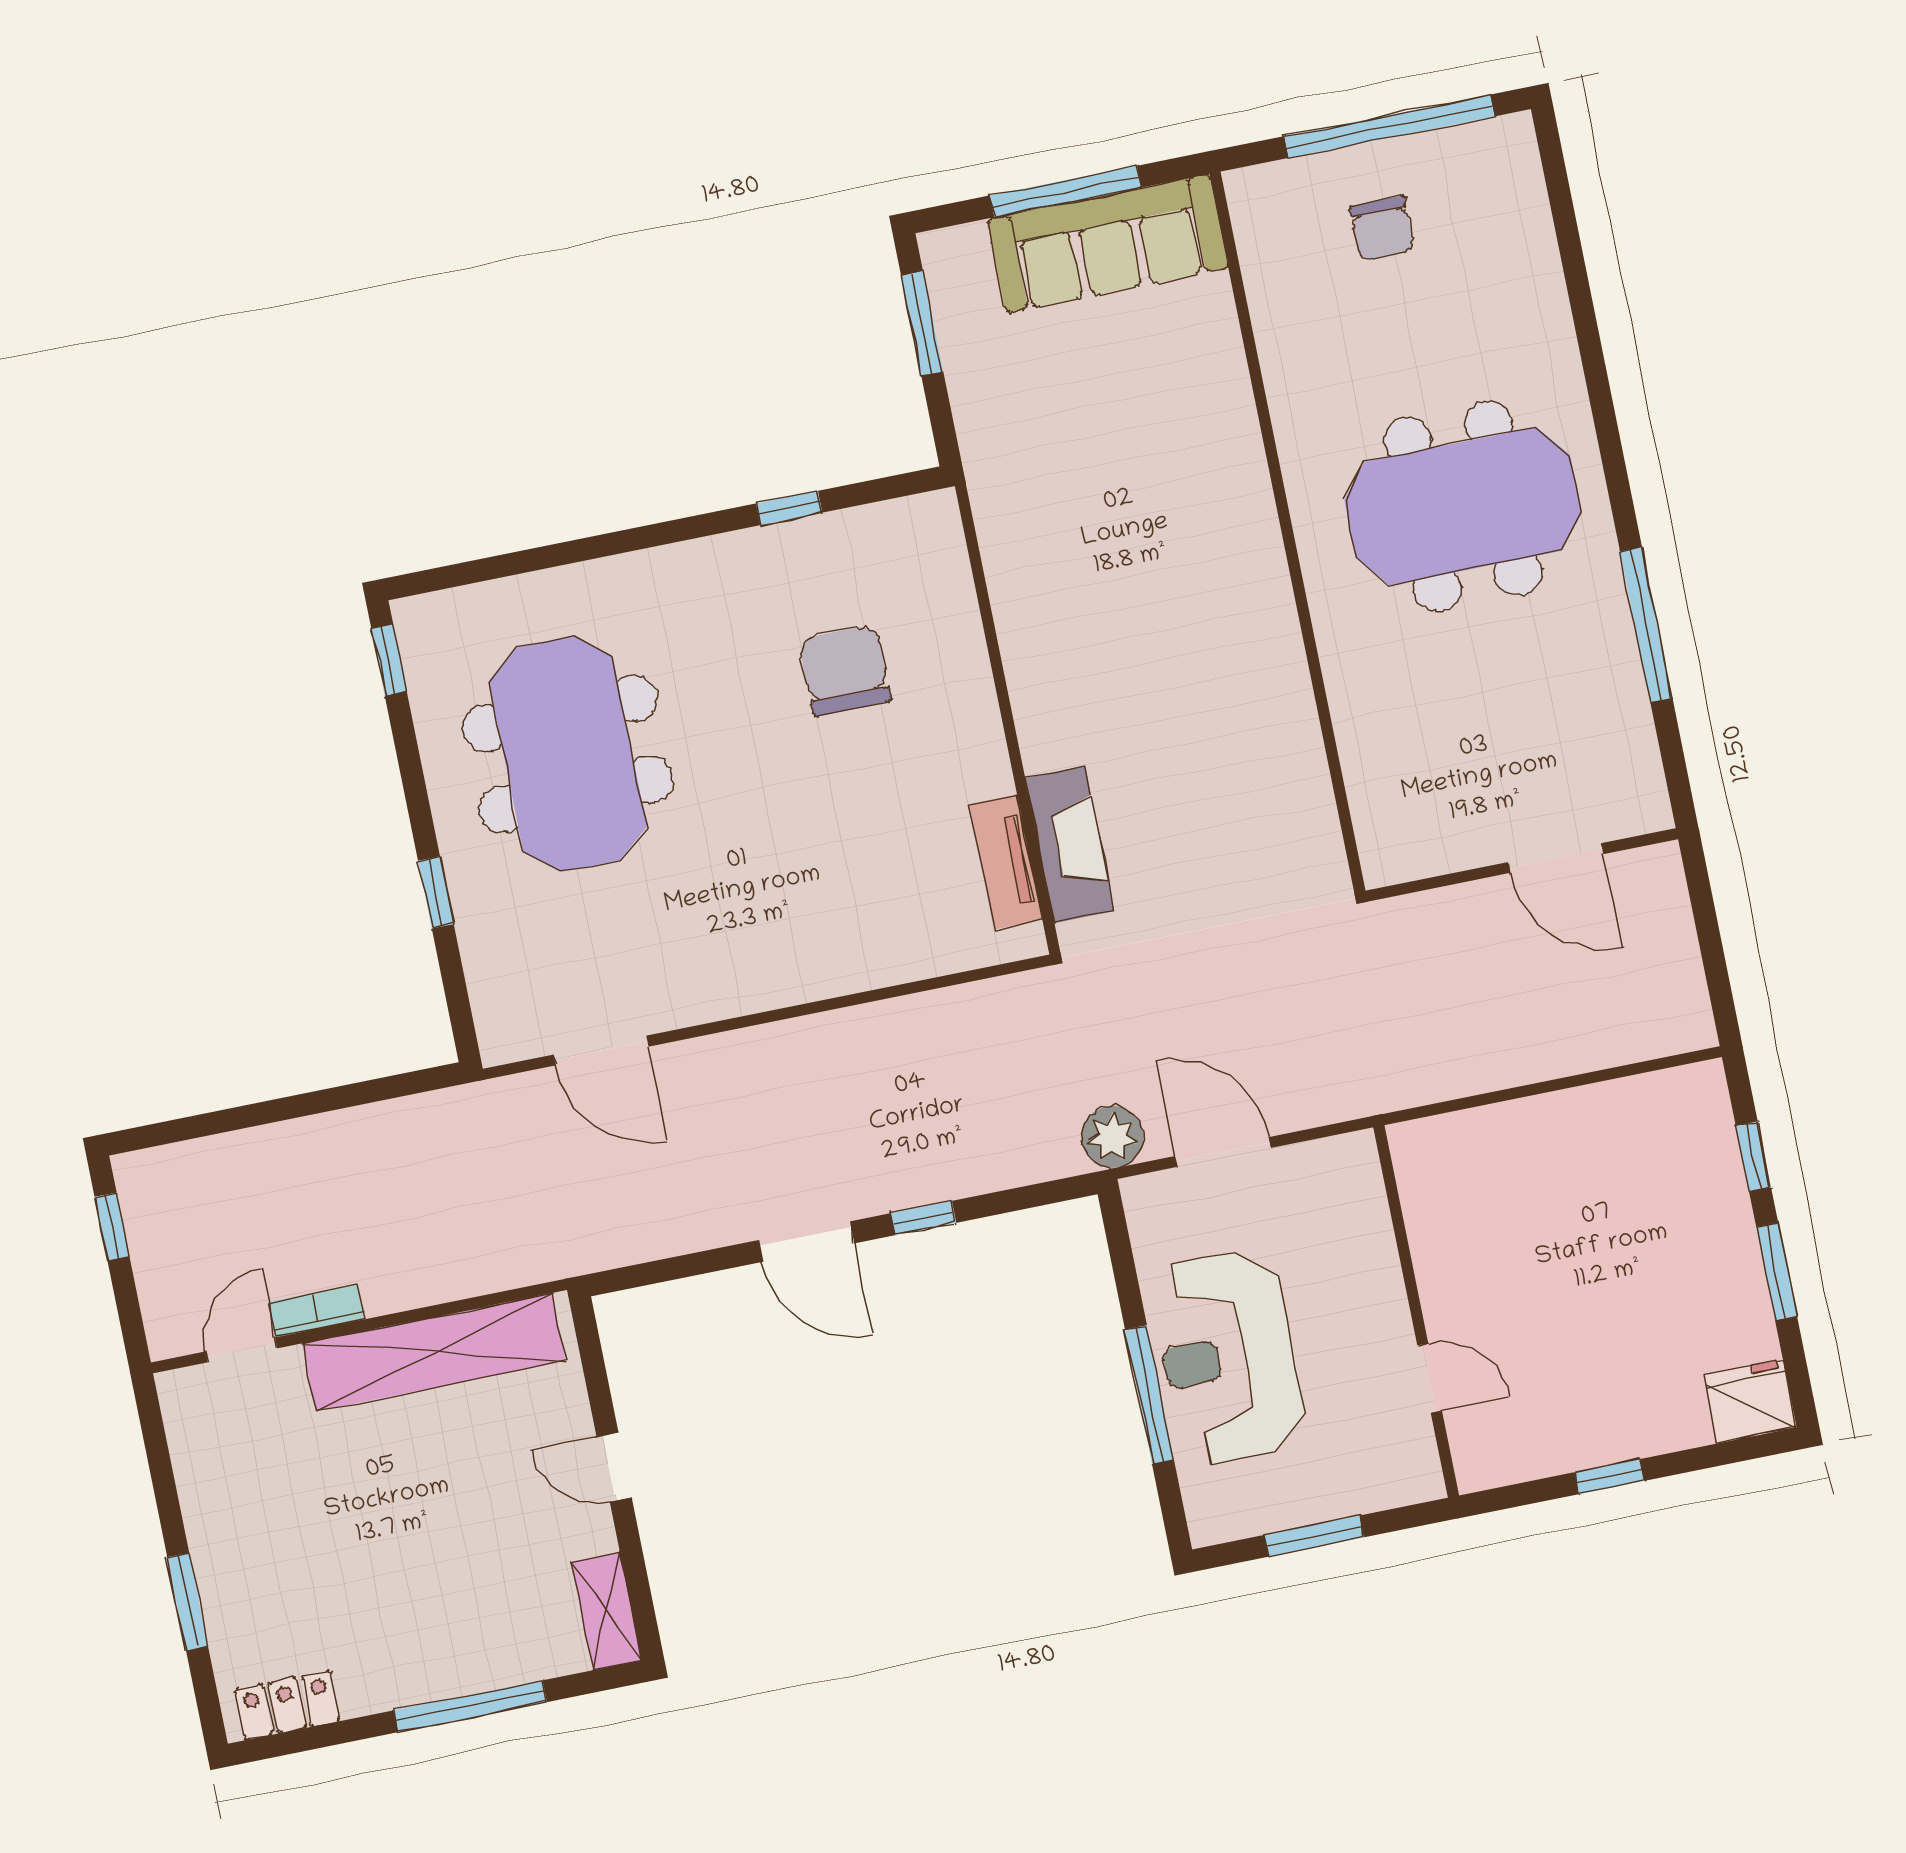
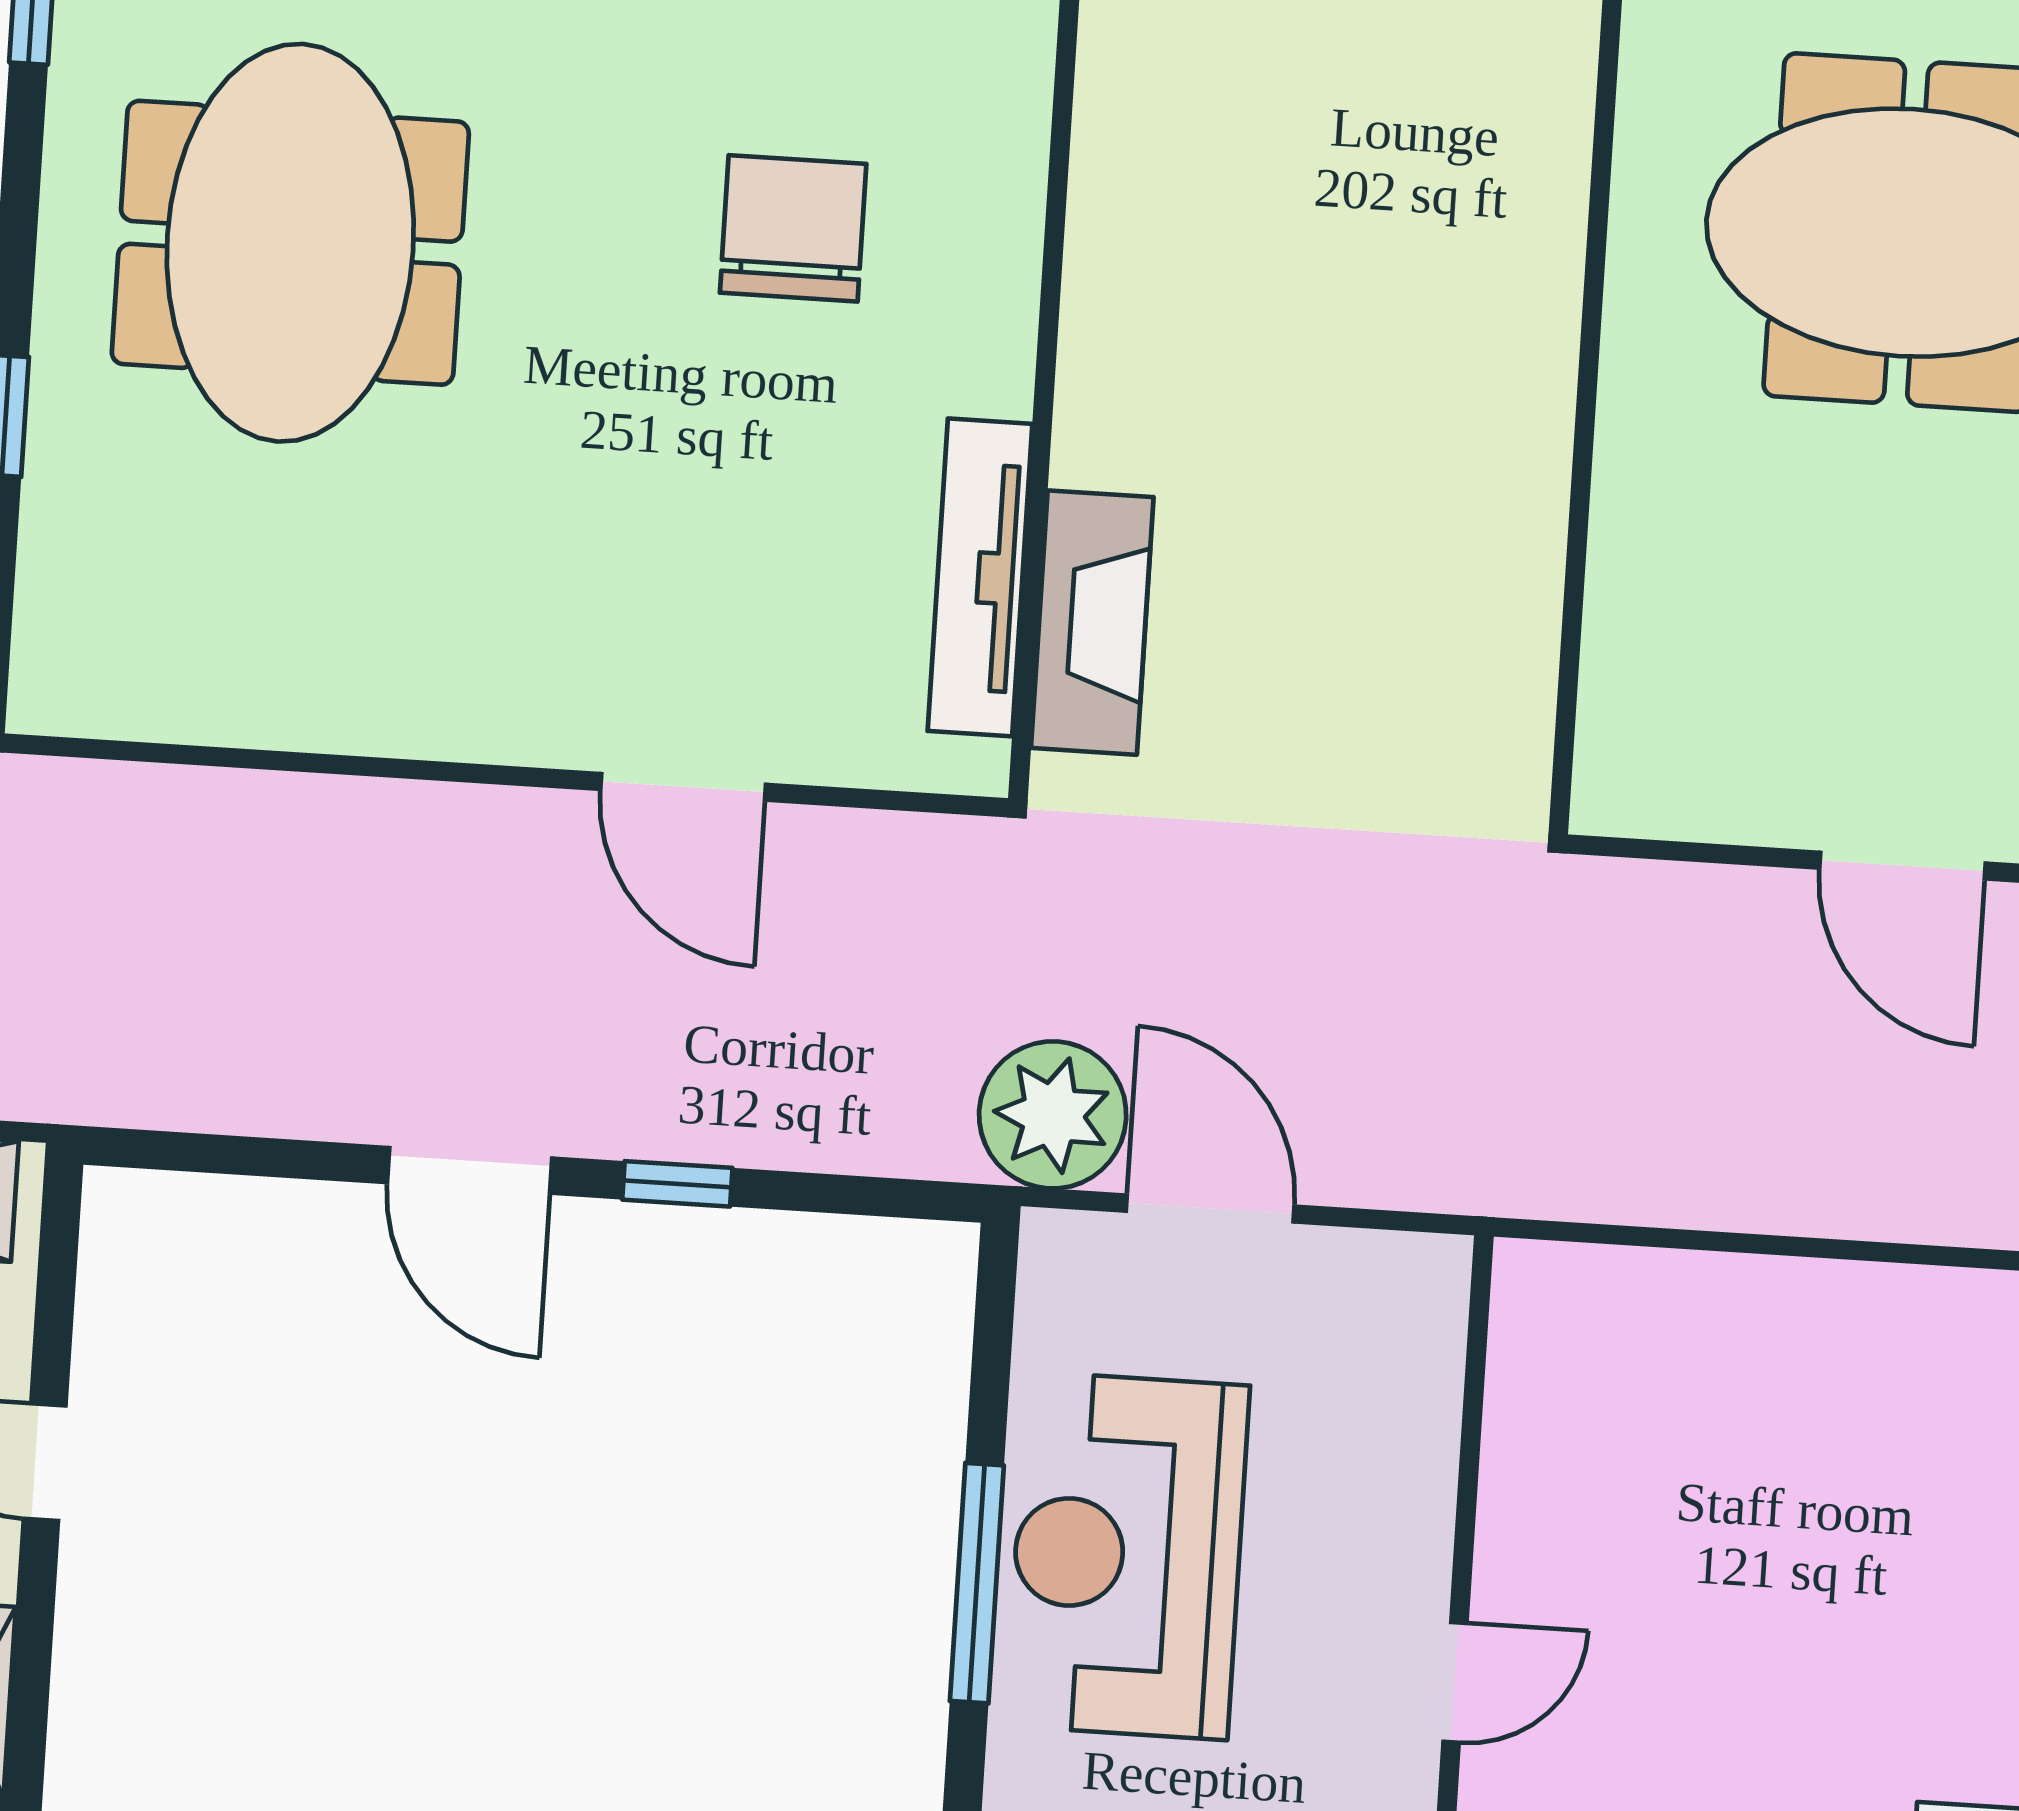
tv unit: (1006, 862) -> (980, 577), width x1.41
door: (601, 1051) -> (683, 787), moved
plant: (1113, 1137) -> (1053, 1115), width x1.36, depth x1.36
door: (1430, 1378) -> (1455, 1682), hinge flipped

